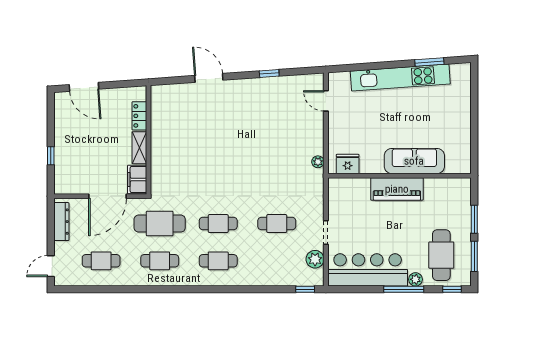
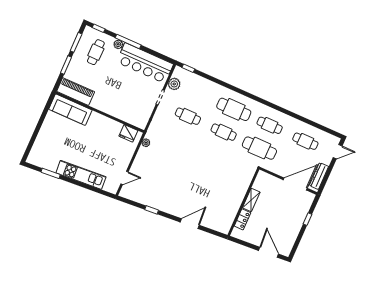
door: (209, 78) -> (190, 224), swing flipped
kitchen unit: (400, 78) -> (81, 175), width x0.73
door: (326, 101) -> (124, 178), hinge flipped
sofa: (414, 161) -> (70, 110), moved
filing cabinet: (137, 180) -> (261, 181), removed
piano: (397, 189) -> (76, 92), moved
door: (107, 196) -> (295, 184), moved
cafe table: (441, 255) -> (96, 52), width x0.73, depth x0.74
cafe table: (218, 261) -> (234, 109), width x1.37, depth x1.35

